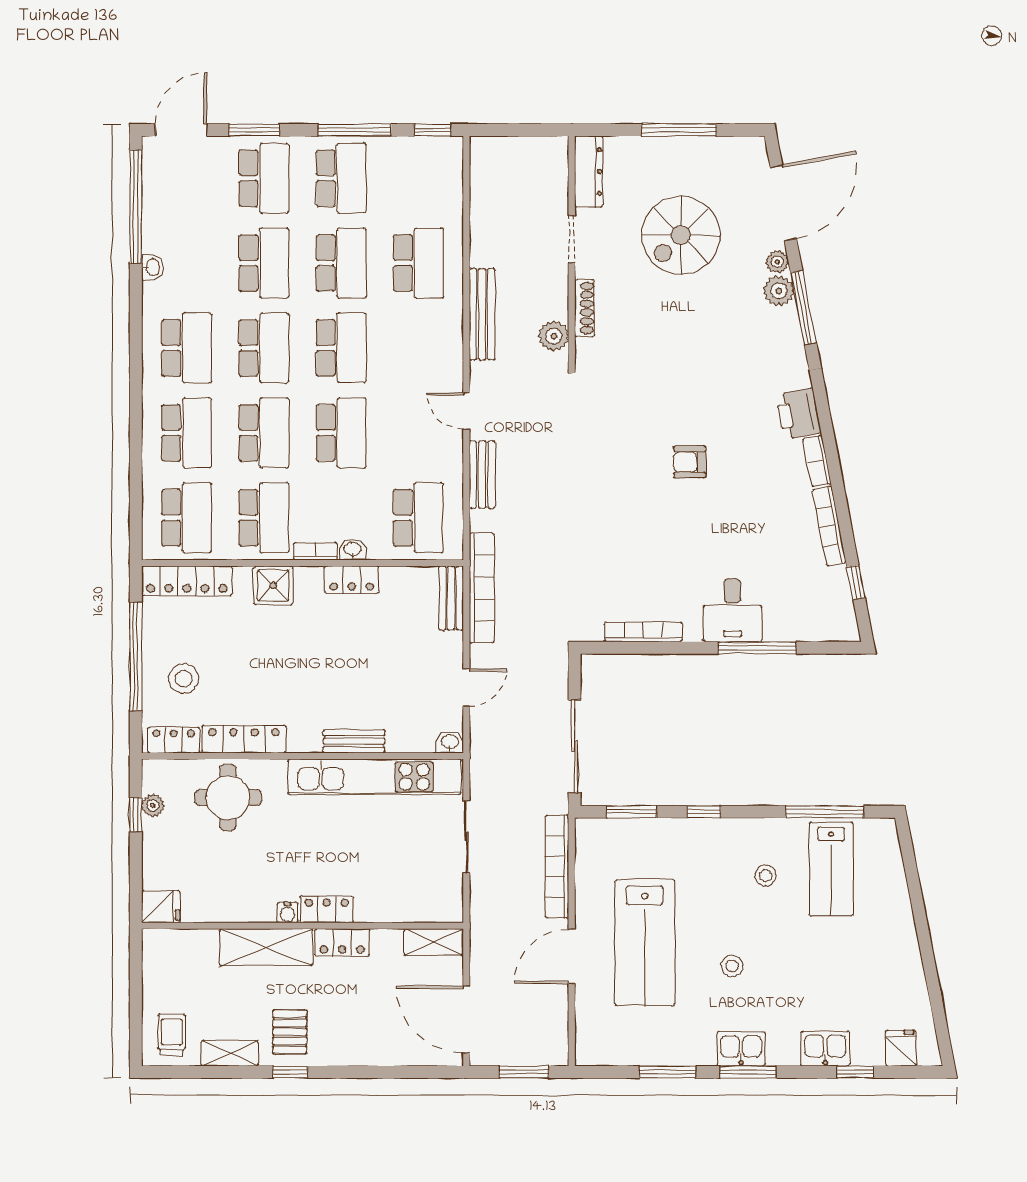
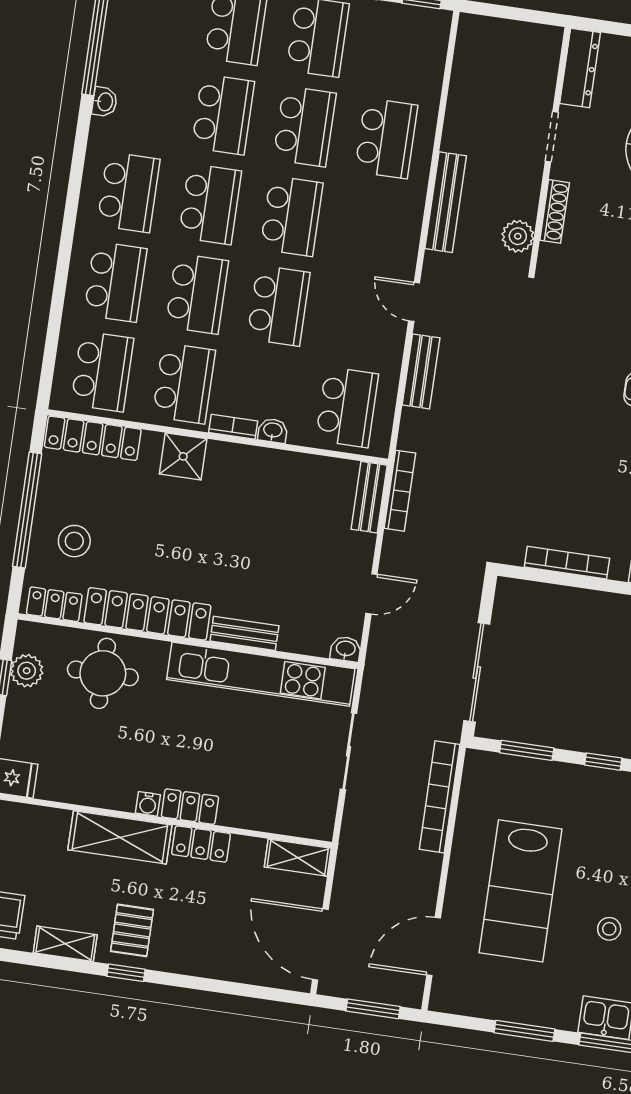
locker: (352, 580) -> (267, 462), removed
bookcase: (482, 588) -> (400, 491), width x0.68, depth x0.76
locker: (244, 739) -> (147, 614), width x1.41, depth x1.21
plant: (153, 805) -> (27, 671), width x1.38, depth x1.38
door: (572, 956) -> (434, 947), moved

